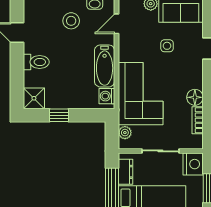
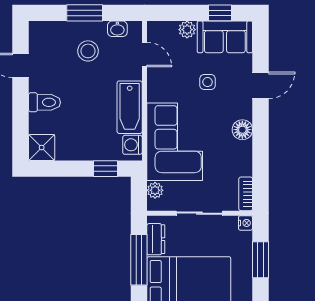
door: (116, 24) -> (145, 55), swing flipped
floor lamp: (195, 97) -> (242, 130), moved
window: (59, 115) -> (105, 169), moved
bookcase: (198, 120) -> (246, 194), moved
nightstand: (193, 164) -> (246, 223), width x0.53, depth x0.56

